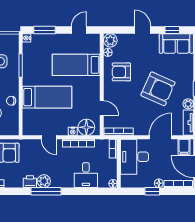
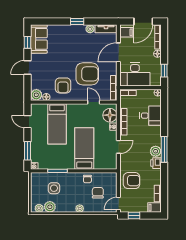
armchair: (158, 89) -> (87, 74), moved, turned 66
door: (102, 108) -> (94, 102), hinge flipped
door: (160, 137) -> (118, 52), hinge flipped
window: (152, 191) -> (164, 71), moved

